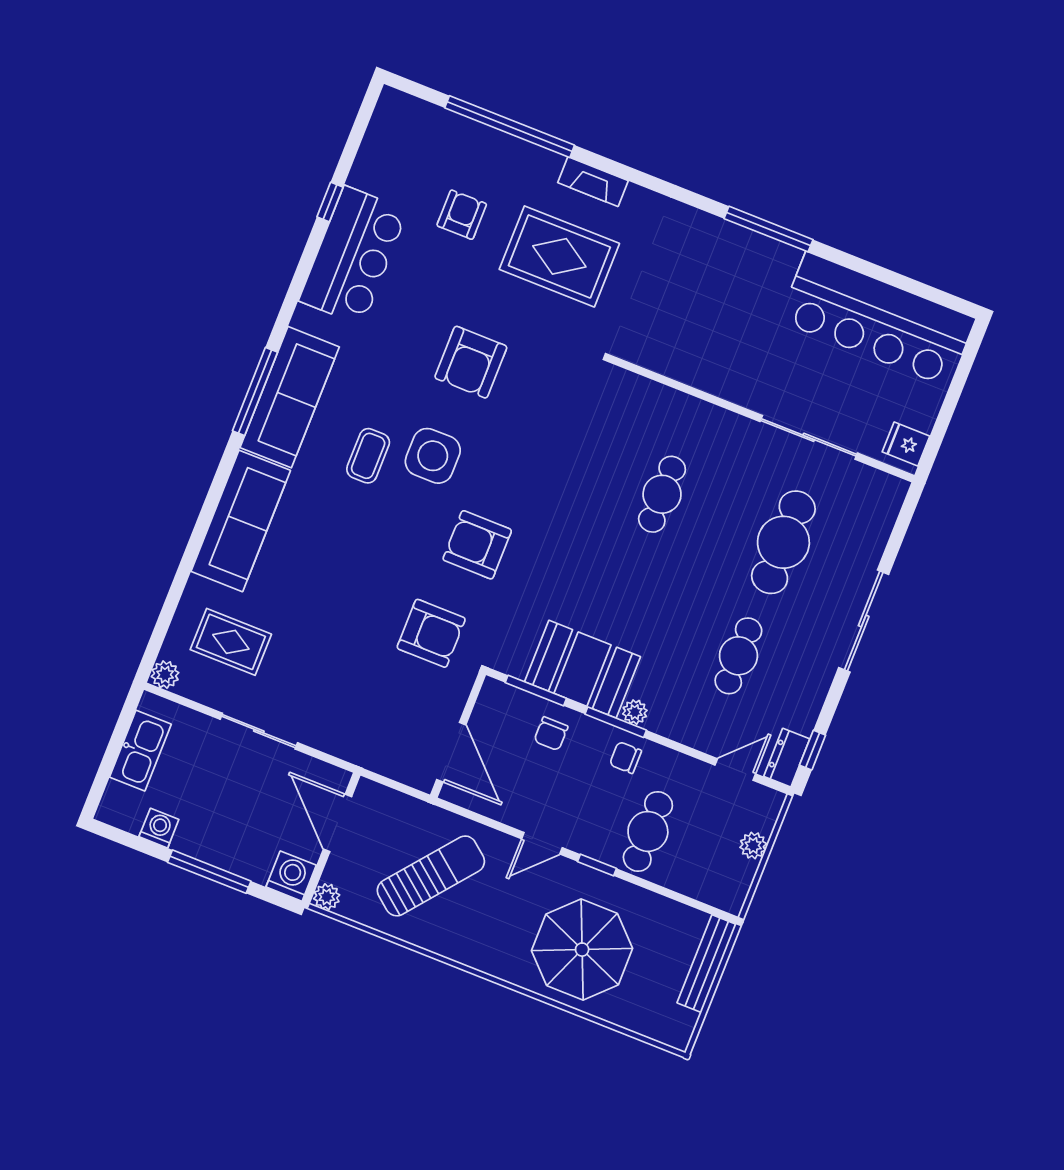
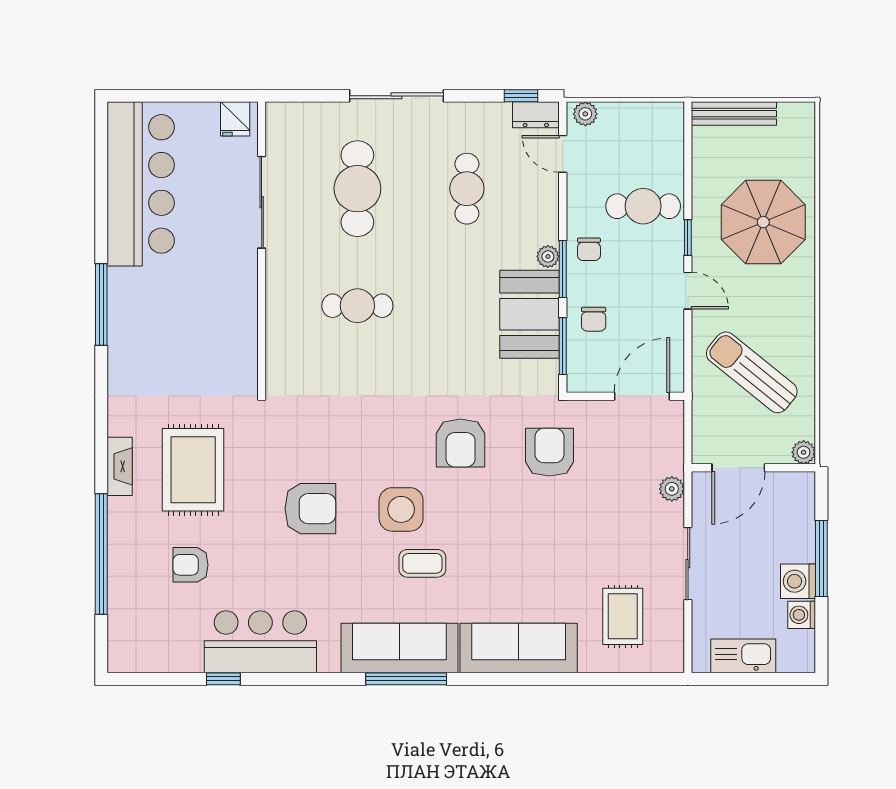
cafe table: (783, 542) -> (357, 189), turned 90
cafe table: (738, 656) -> (467, 189), turned 90
plant: (165, 675) -> (672, 489), moved
chair: (551, 734) -> (594, 319), turned 90
plant: (753, 845) -> (585, 114), moved
washing machine: (291, 876) -> (798, 581), moved

